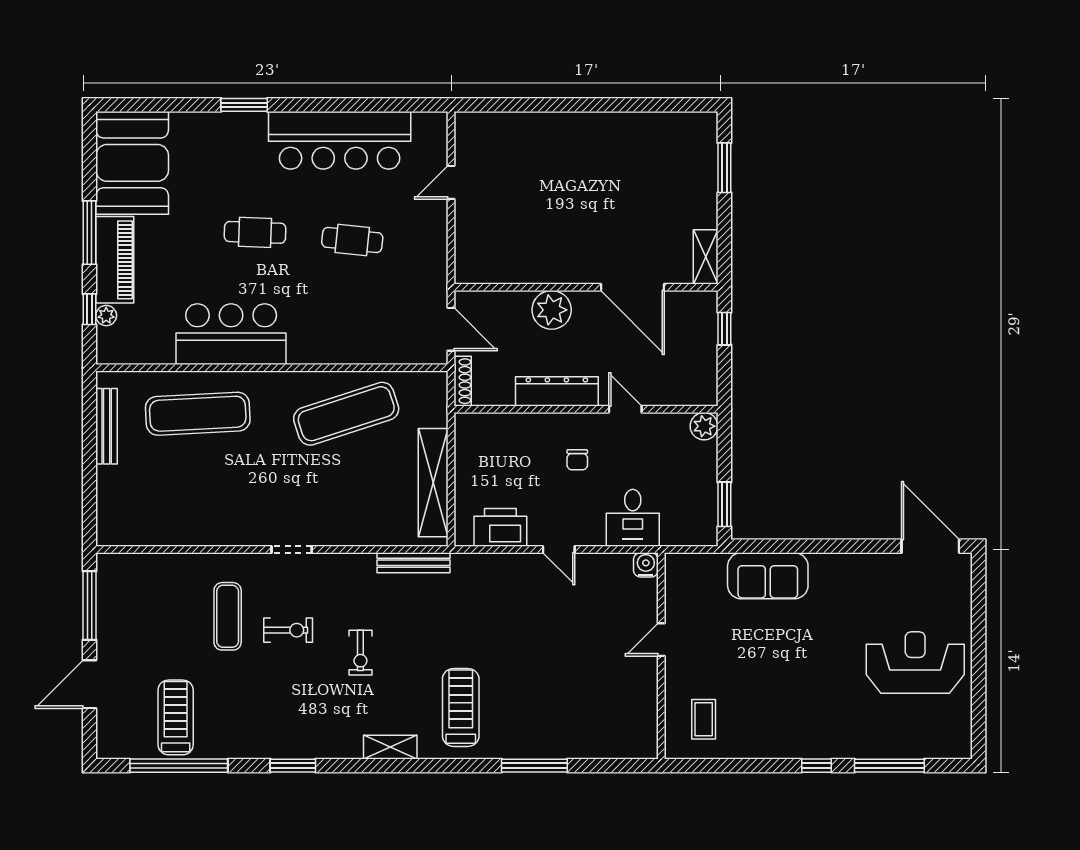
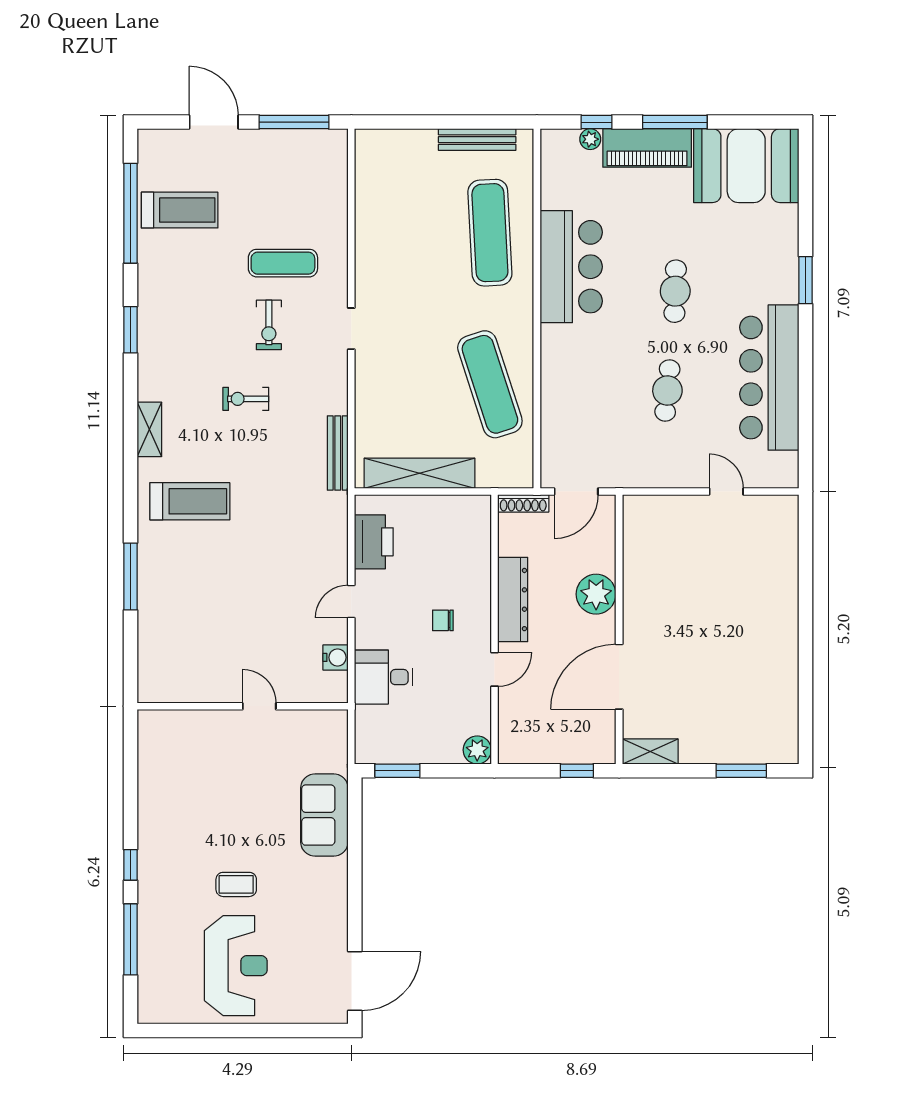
water cooler: (646, 565) -> (336, 657), moved
coffee table: (704, 719) -> (236, 884), moved

